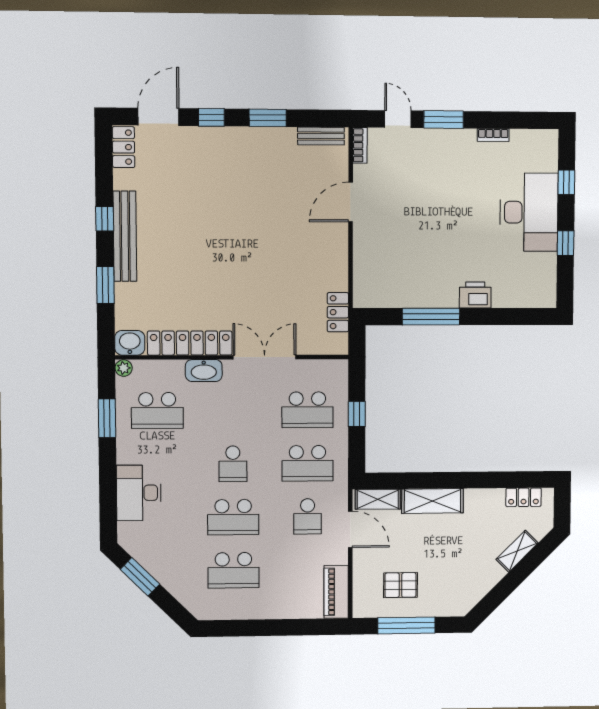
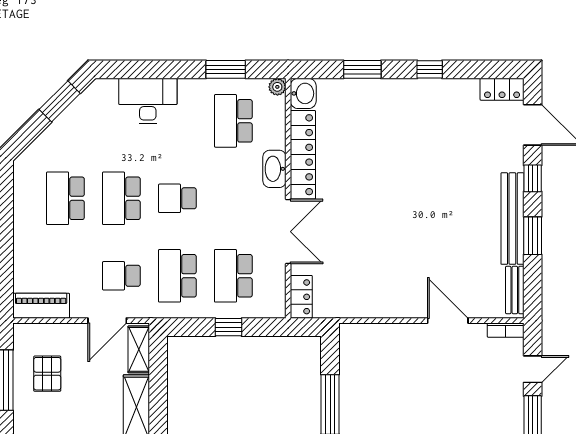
bench: (125, 236) -> (512, 219), moved, turned 90
locker: (338, 312) -> (301, 297), moved, turned 90

